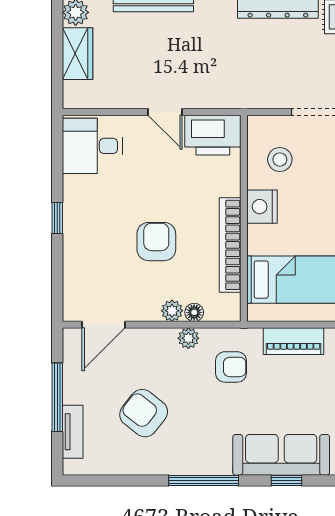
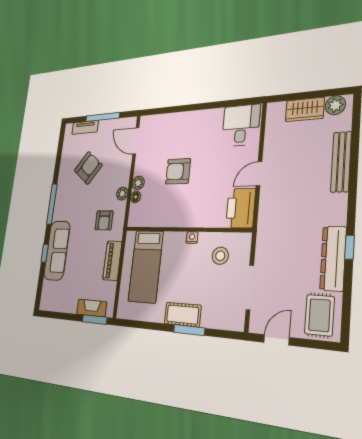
nightstand: (262, 207) -> (192, 238), width x0.53, depth x0.56
window: (57, 218) -> (199, 107), removed
armchair: (156, 242) -> (178, 171), turned 180
bookcase: (230, 245) -> (171, 220), removed

